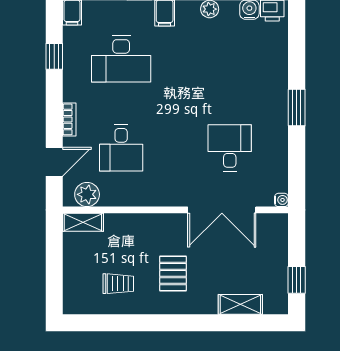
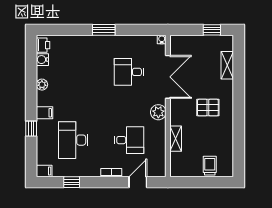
desk: (121, 59) -> (73, 140), turned 180
door: (54, 162) -> (138, 182), hinge flipped
plant: (87, 194) -> (158, 112), moved
shelving: (83, 222) -> (176, 139), moved
trolley: (118, 284) -> (210, 166), moved

